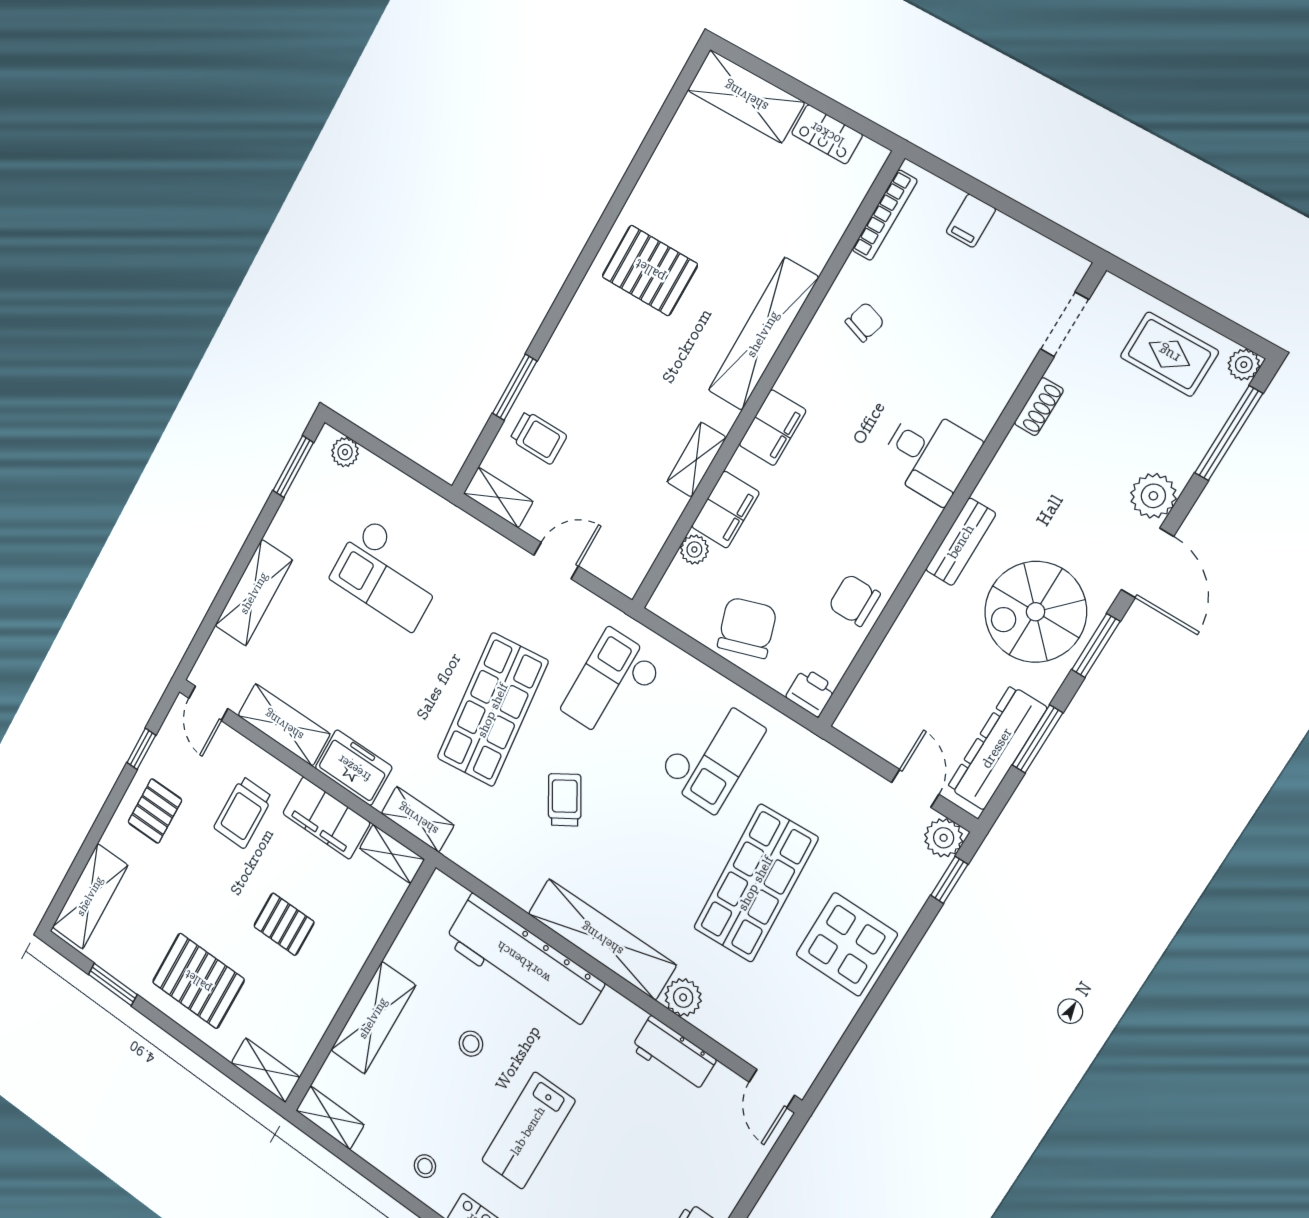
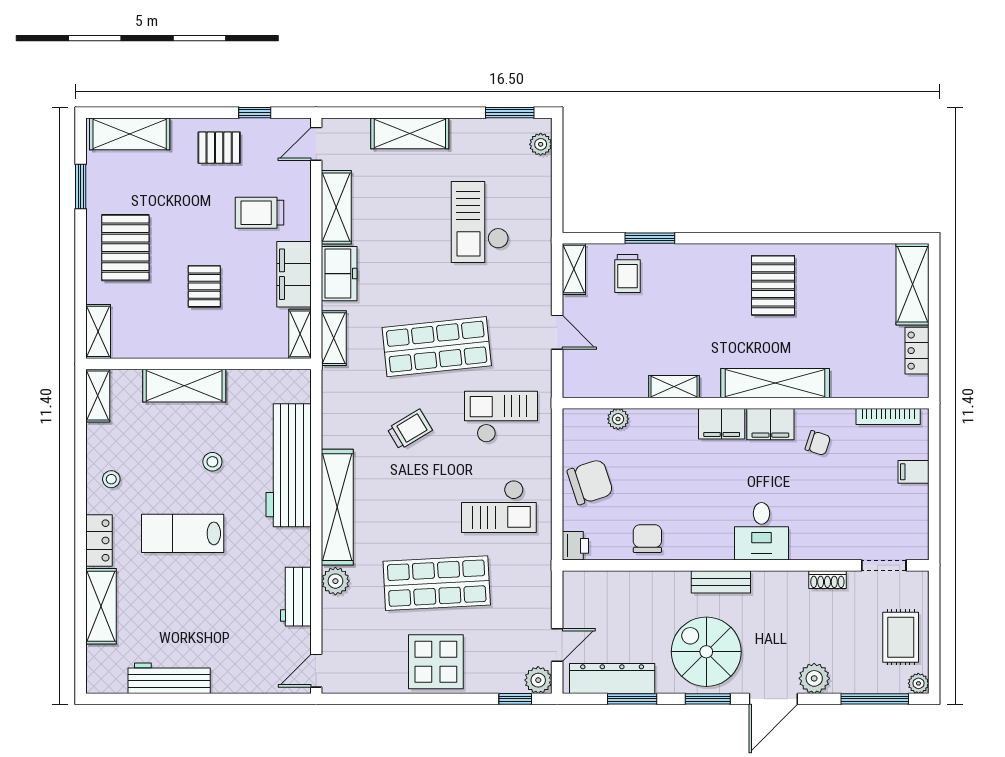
filing cabinet: (725, 510) -> (770, 424), moved

